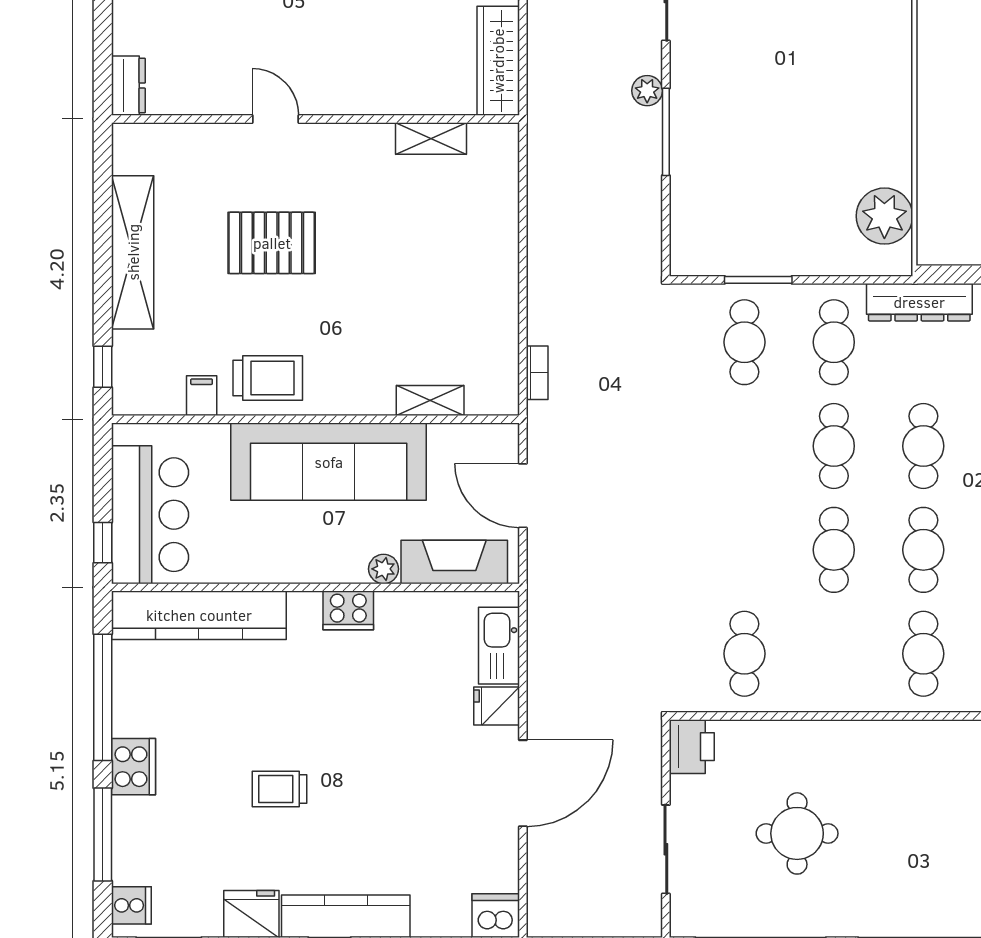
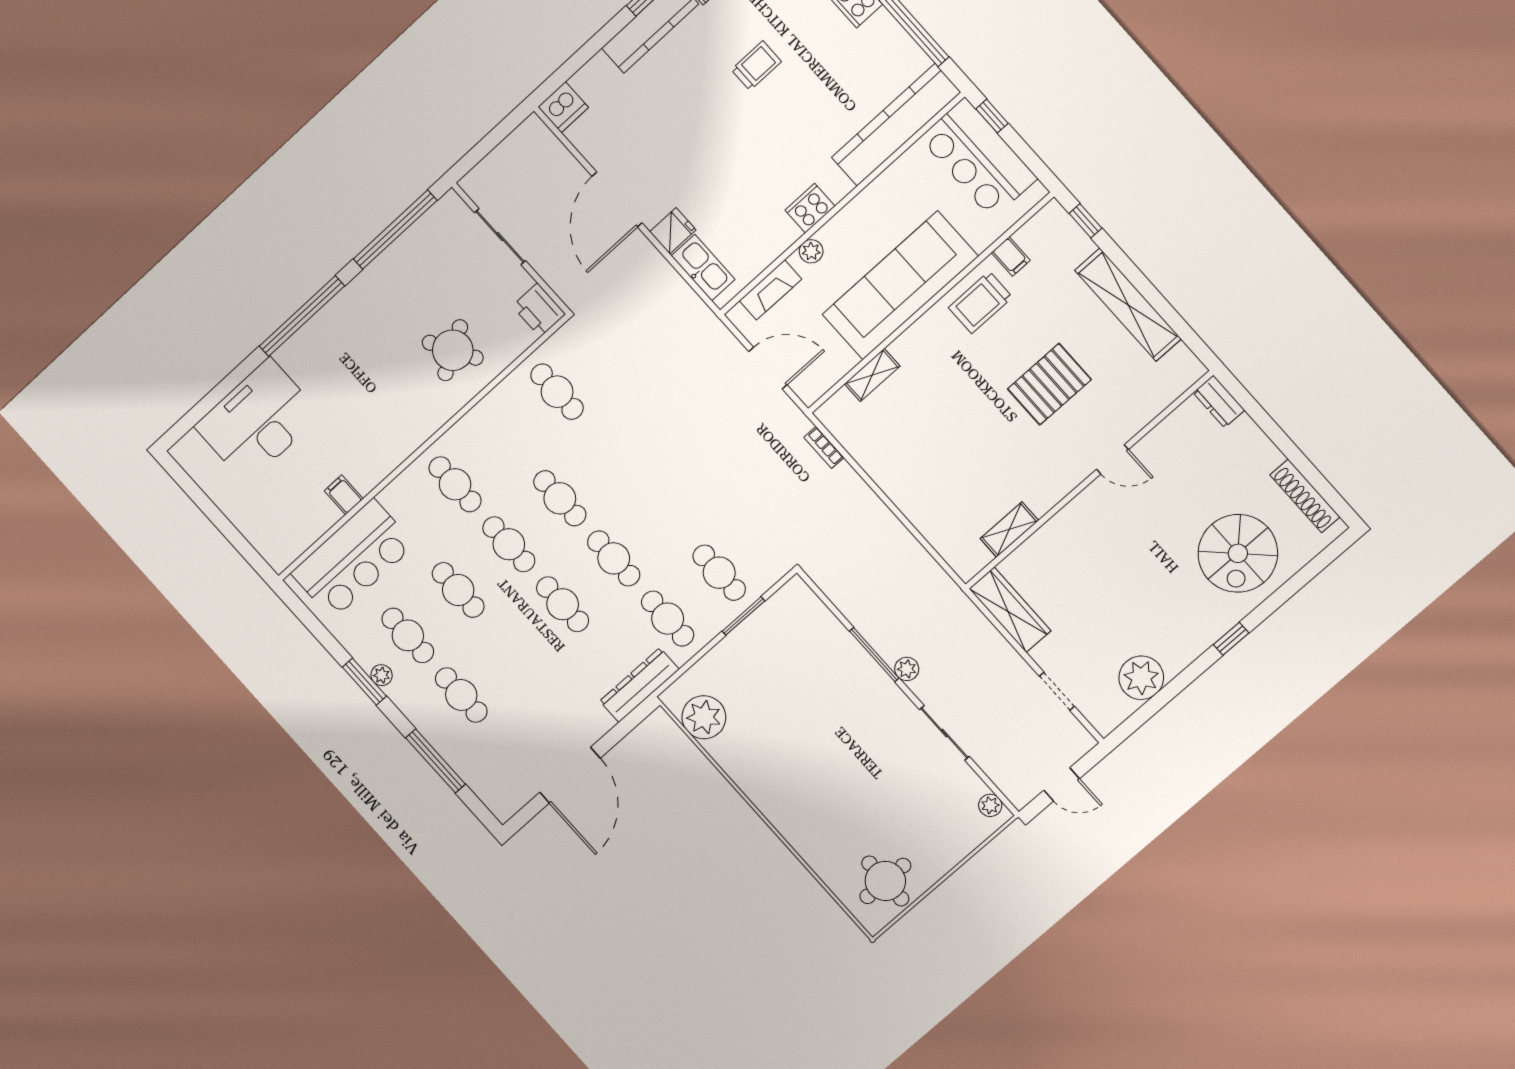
fireplace: (454, 562) -> (770, 290), width x0.73, depth x0.76
round table: (797, 833) -> (453, 350), moved, turned -30

